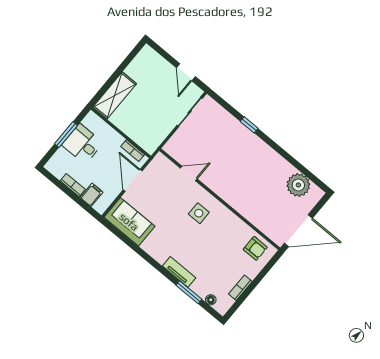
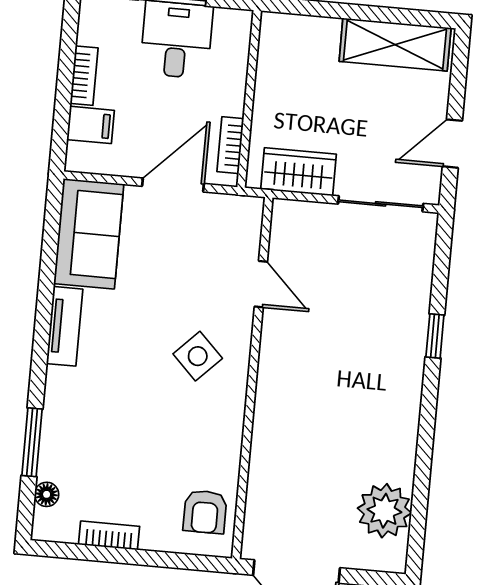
shelving: (115, 95) -> (395, 45), moved
wardrobe: (158, 133) -> (299, 172), added
side table: (199, 213) -> (198, 356), turned 45
tv unit: (179, 272) -> (65, 326), moved

